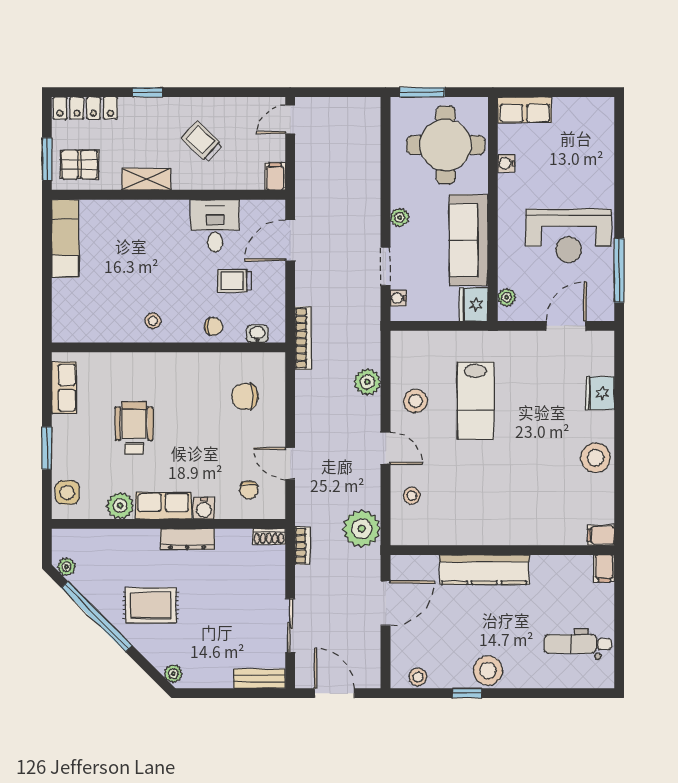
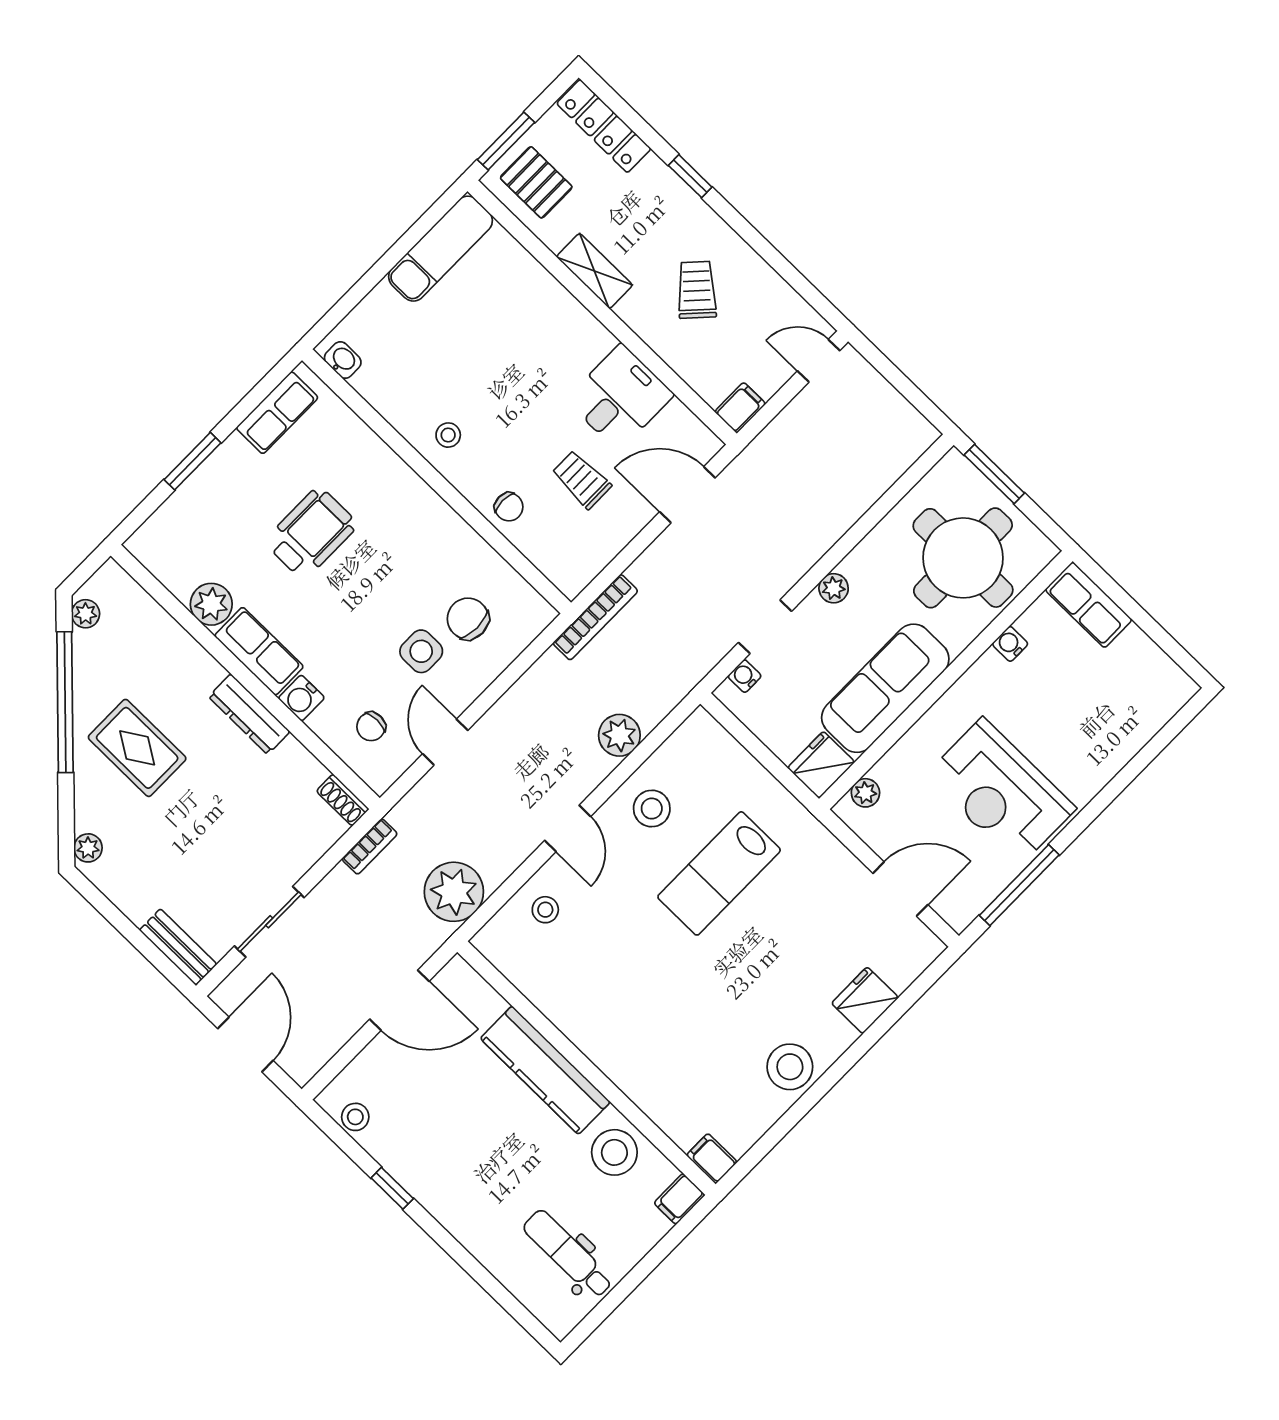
washbasin: (257, 334) -> (343, 360), moved
side table: (67, 493) -> (421, 651), moved
stool: (488, 671) -> (614, 1152), moved

